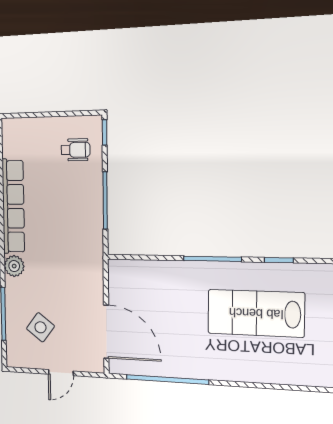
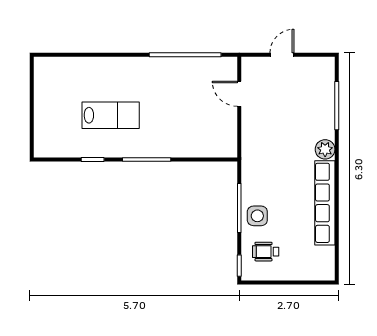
lab bench: (256, 313) -> (111, 115), width x0.73, depth x0.72
side table: (40, 327) -> (257, 216), moved, turned -37
door: (106, 332) -> (239, 94), width x0.53

